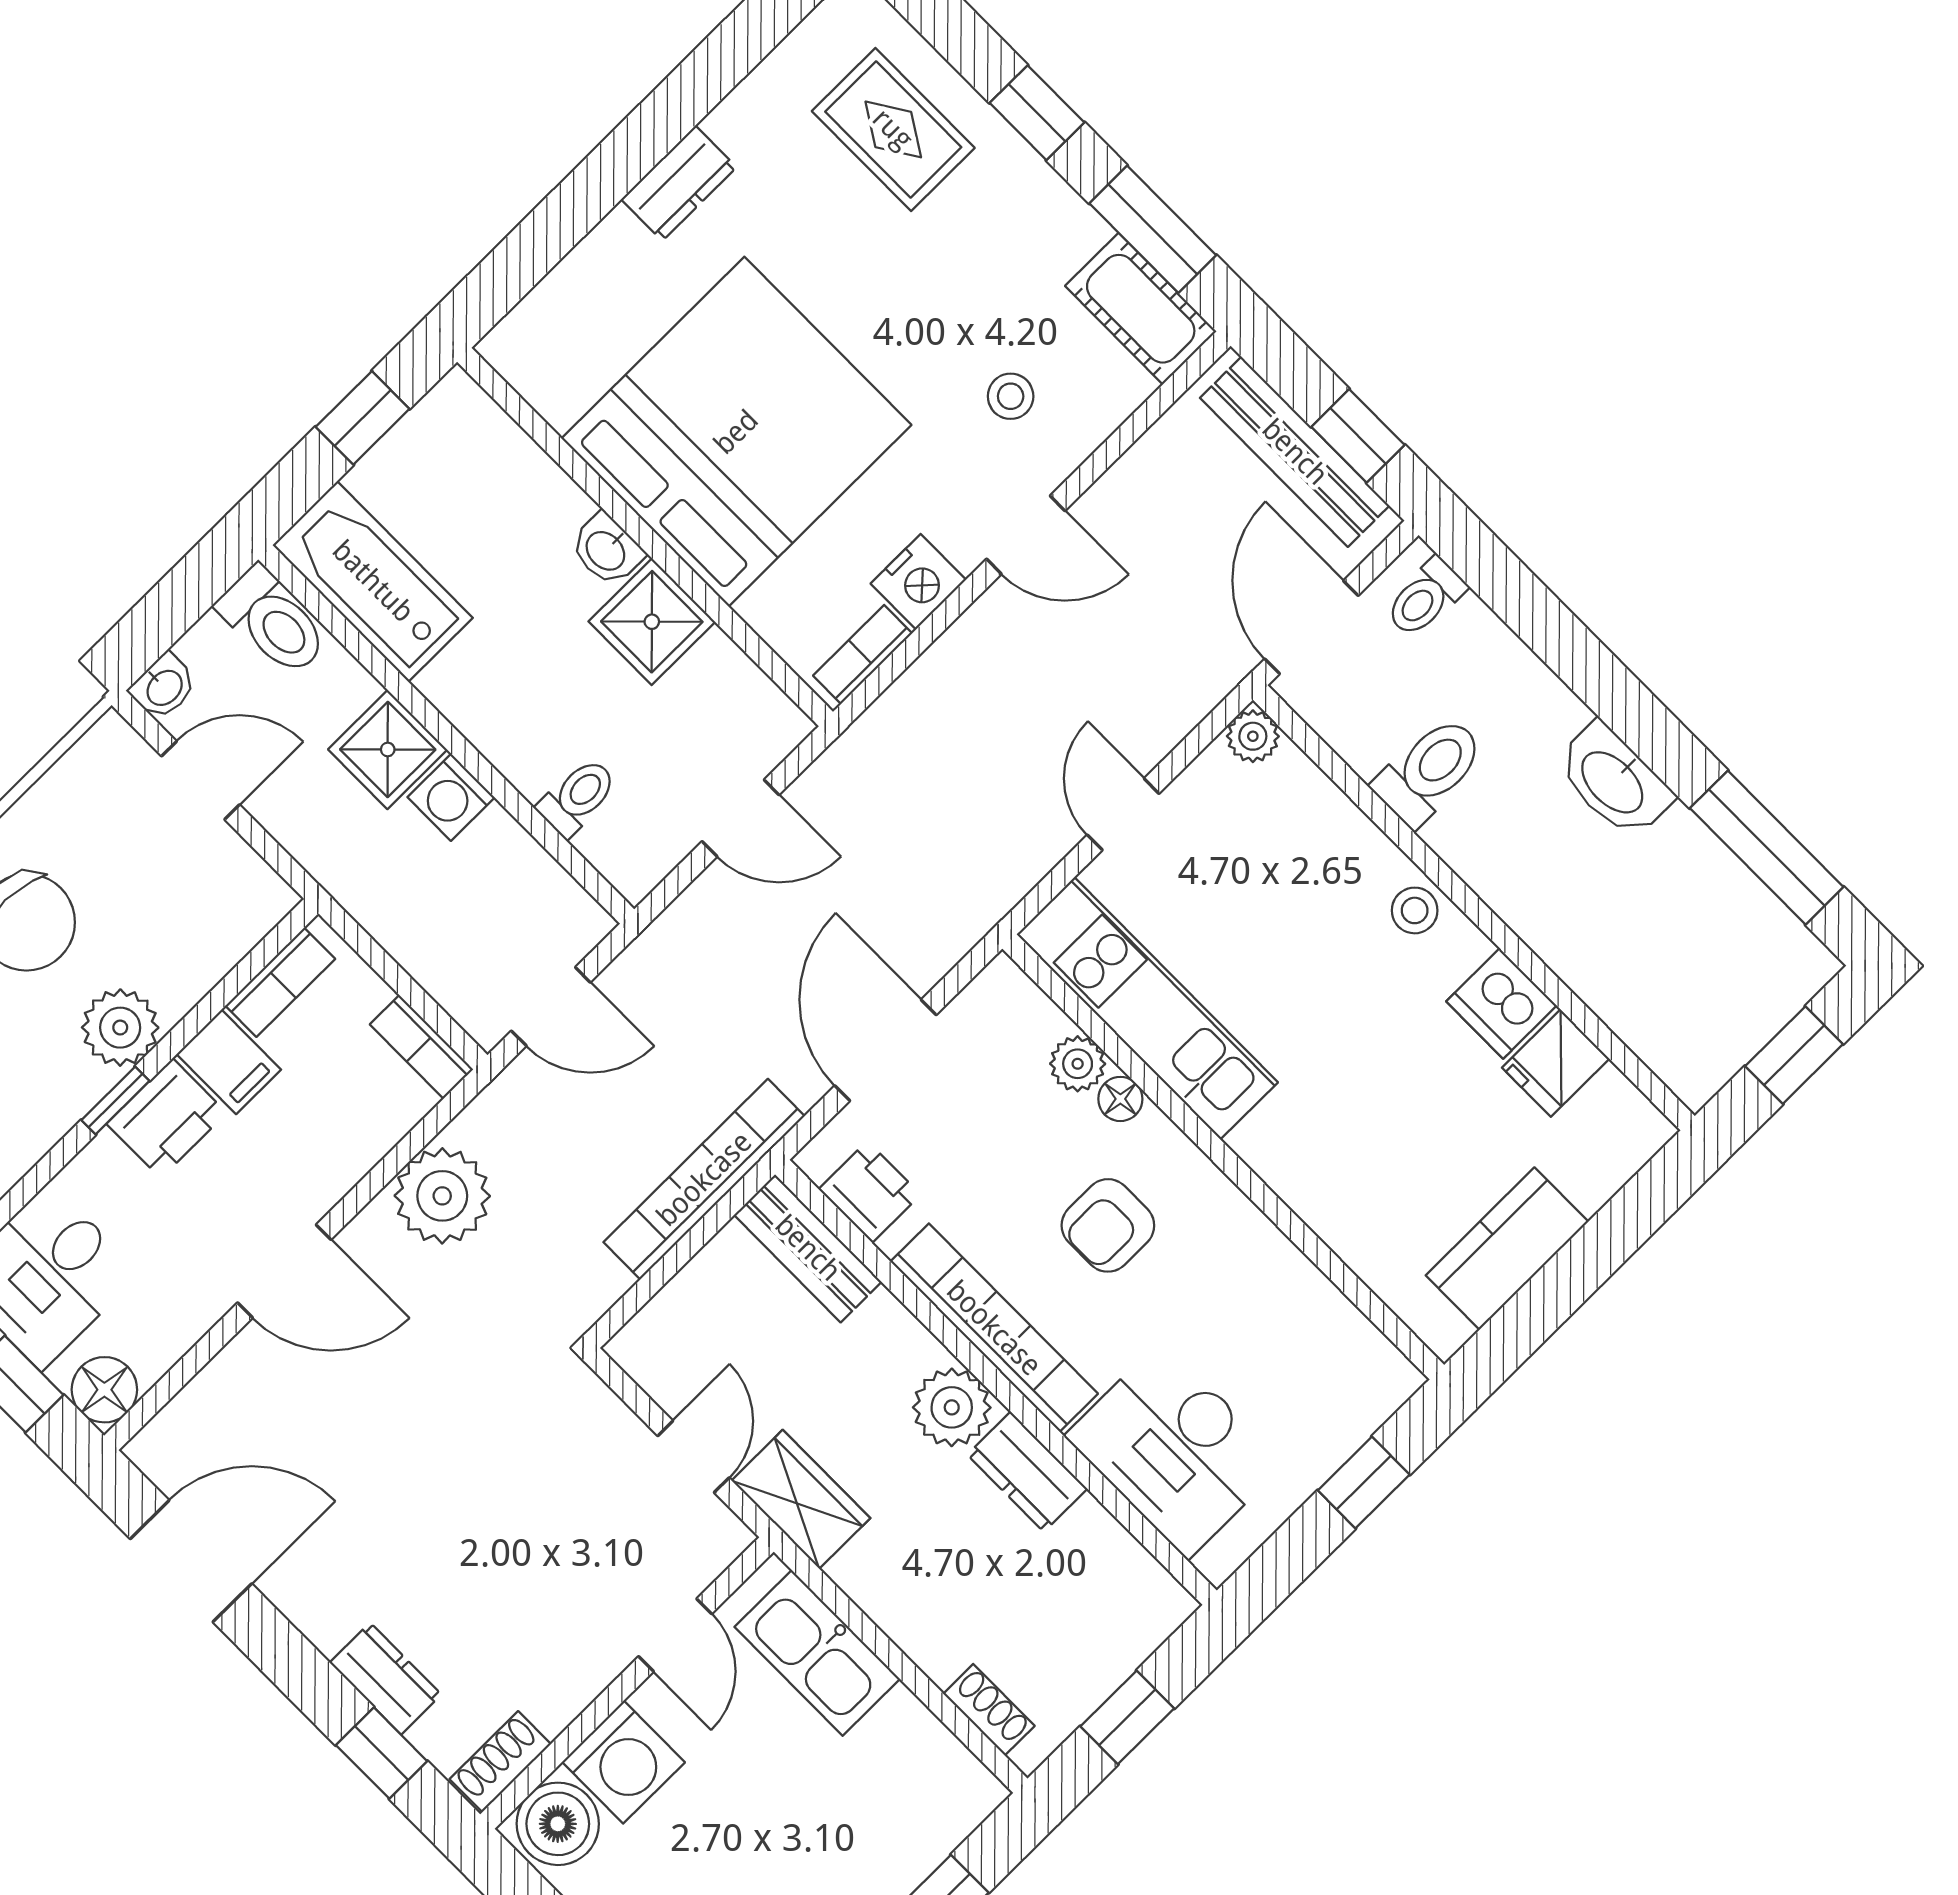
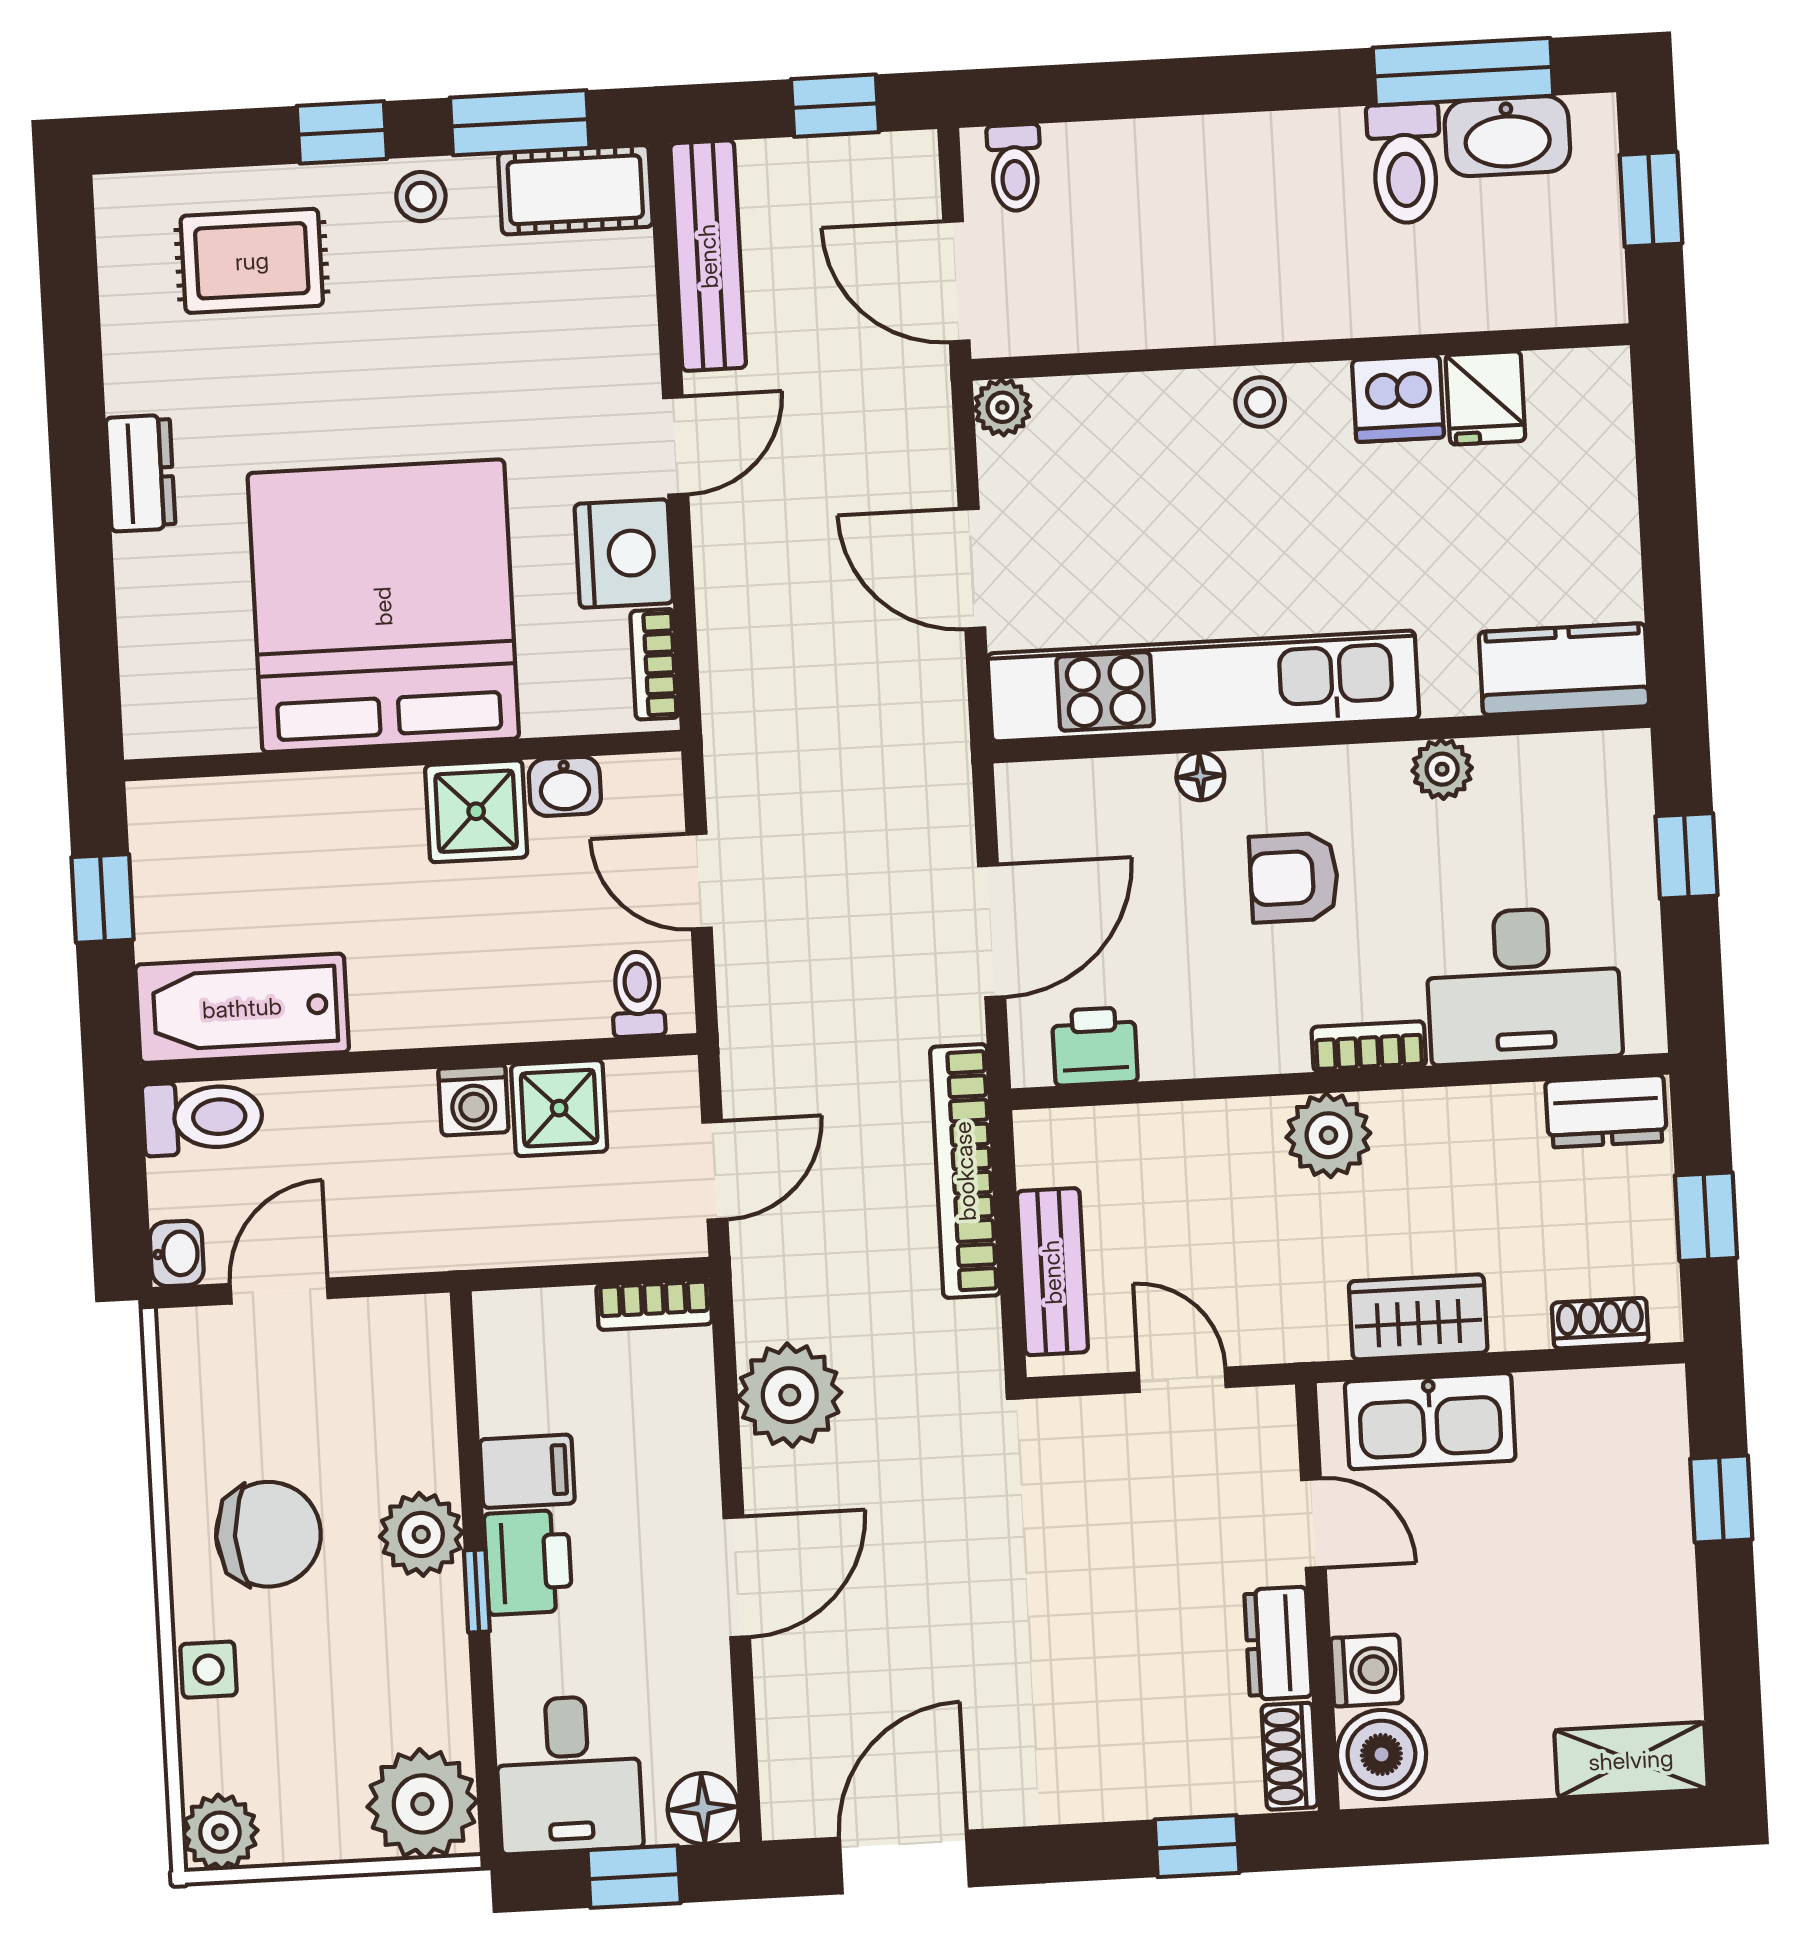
stool: (1011, 396) -> (421, 197), moved
bench: (1295, 452) -> (708, 256), moved, turned 90
washbasin: (607, 550) -> (565, 786), moved
nightstand: (918, 582) -> (624, 553), width x1.36, depth x1.33
shower: (388, 750) -> (559, 1108), moved
toilet: (1429, 771) -> (1405, 163), moved, turned 180
washbasin: (1614, 781) -> (1507, 136), moved
toilet: (578, 797) -> (638, 994), moved
door: (1123, 814) -> (972, 569), width x1.38
door: (741, 818) -> (699, 881), swing flipped
bookcase: (280, 982) -> (500, 1372), removed
kitchen unit: (1147, 1008) -> (1203, 686), width x1.36
door: (885, 1050) -> (992, 931), swing flipped
plant: (1078, 1064) -> (1442, 769), moved
armchair: (1108, 1225) -> (1294, 878), turned 90
bench: (808, 1248) -> (1052, 1272), moved, turned 90
kitchen counter: (1507, 1248) -> (1564, 669), moved, turned 90
bookcase: (994, 1328) -> (1369, 1046), width x0.43, depth x0.76
dresser: (1027, 1472) -> (1606, 1111), moved
wardrobe: (801, 1499) -> (1418, 1317), moved
dresser: (385, 1679) -> (1278, 1643), moved, turned -90
washing machine: (623, 1762) -> (1367, 1670), width x0.73, depth x0.73

